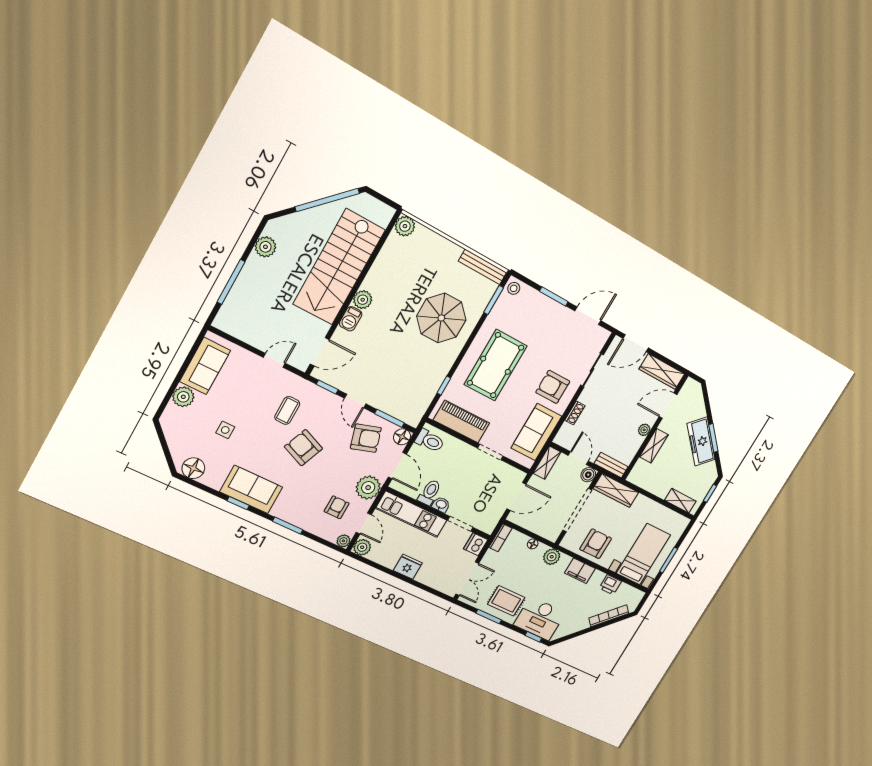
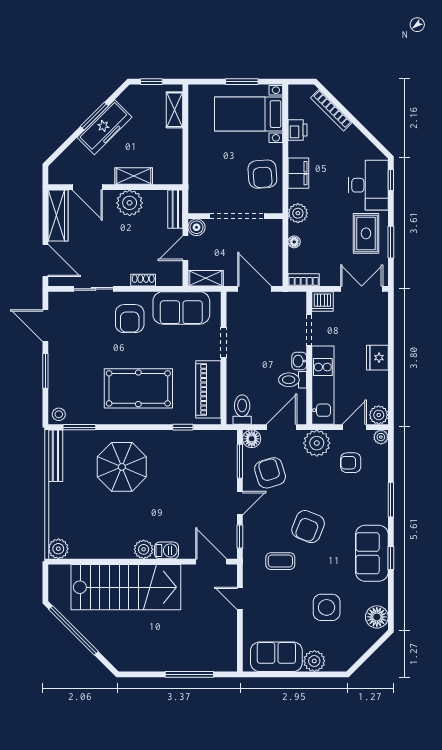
plant: (265, 247) -> (143, 661), removed
side table: (225, 430) -> (327, 607), width x1.87, depth x1.87
plant: (644, 430) -> (130, 203), width x1.88, depth x1.88
wardrobe: (616, 490) -> (198, 187), removed
armchair: (596, 544) -> (262, 174), turned -94

